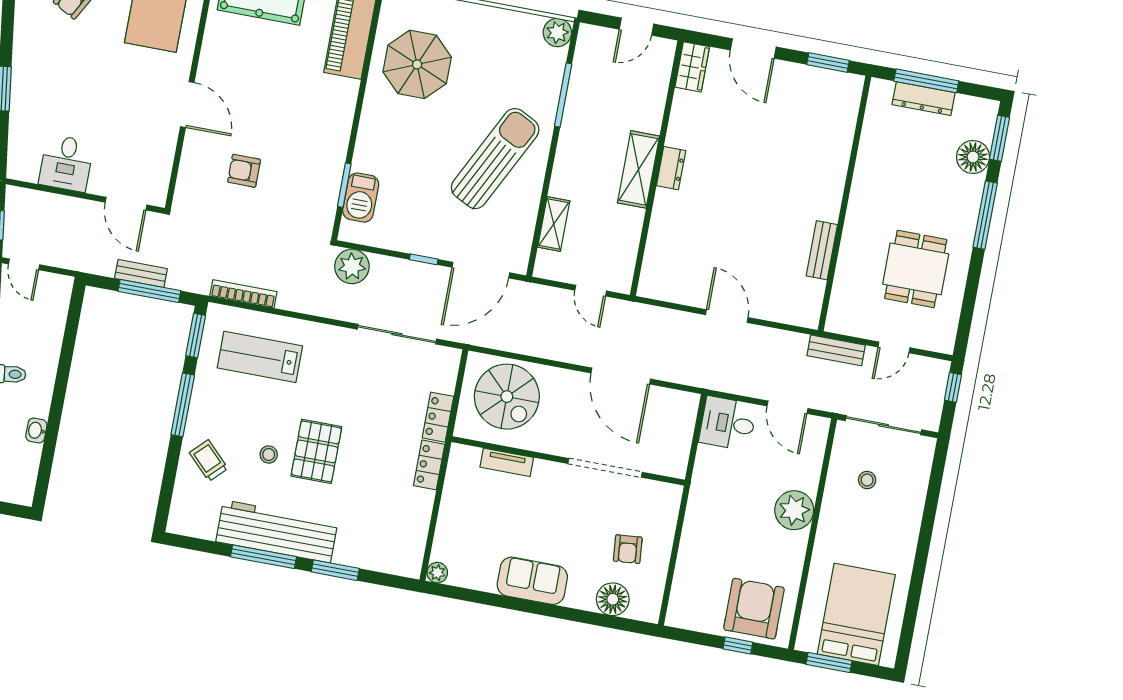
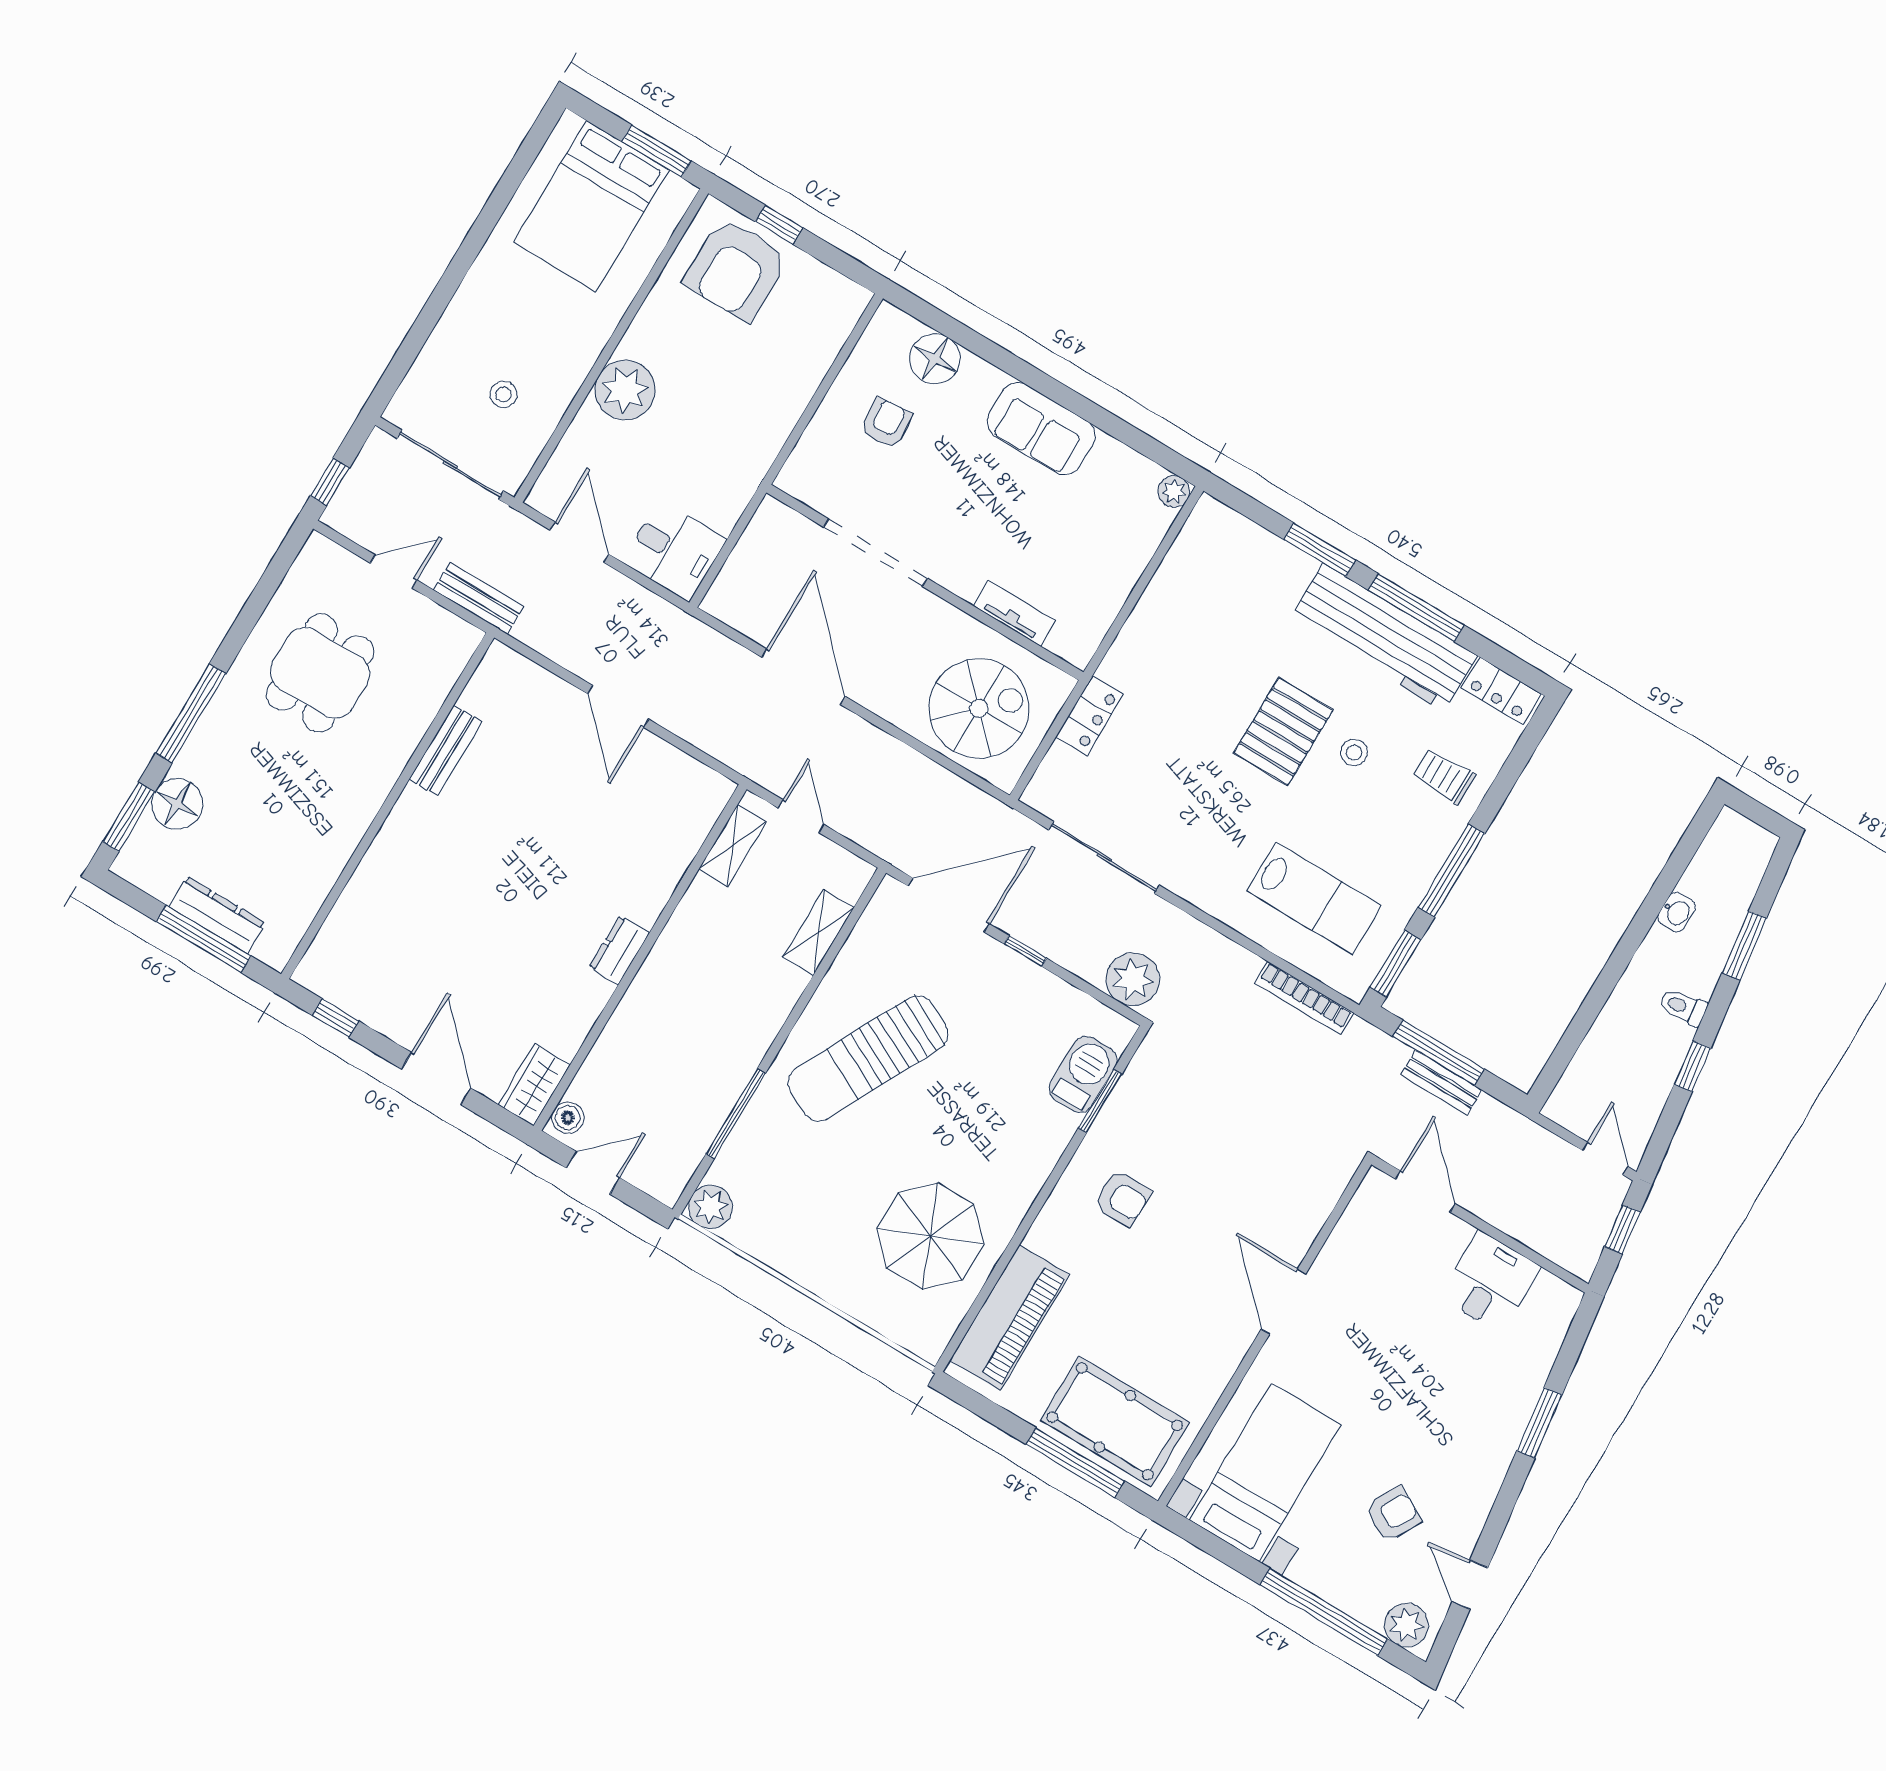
boiler: (664, 55) -> (568, 1118), added
window: (828, 63) -> (336, 1018), width x0.67
shelving: (638, 169) -> (732, 846), moved, width x0.67, depth x0.75
armchair: (244, 171) -> (1122, 1199), moved
spiral stairs: (507, 397) -> (979, 708), turned 90
trolley: (209, 461) -> (1444, 776), turned 135
locker: (429, 465) -> (1501, 691), moved, turned 90

